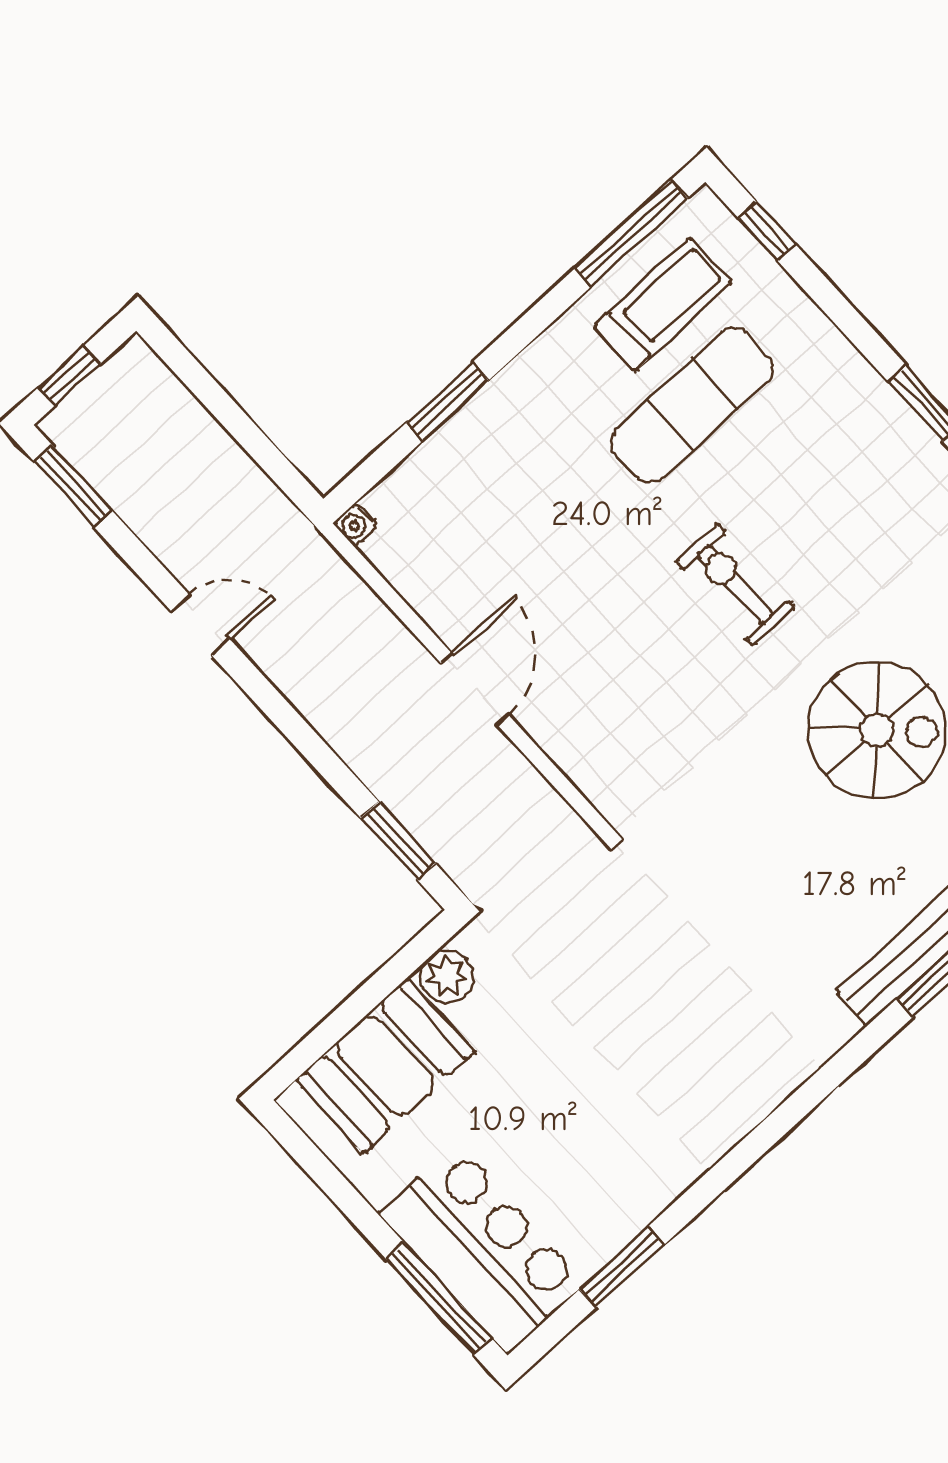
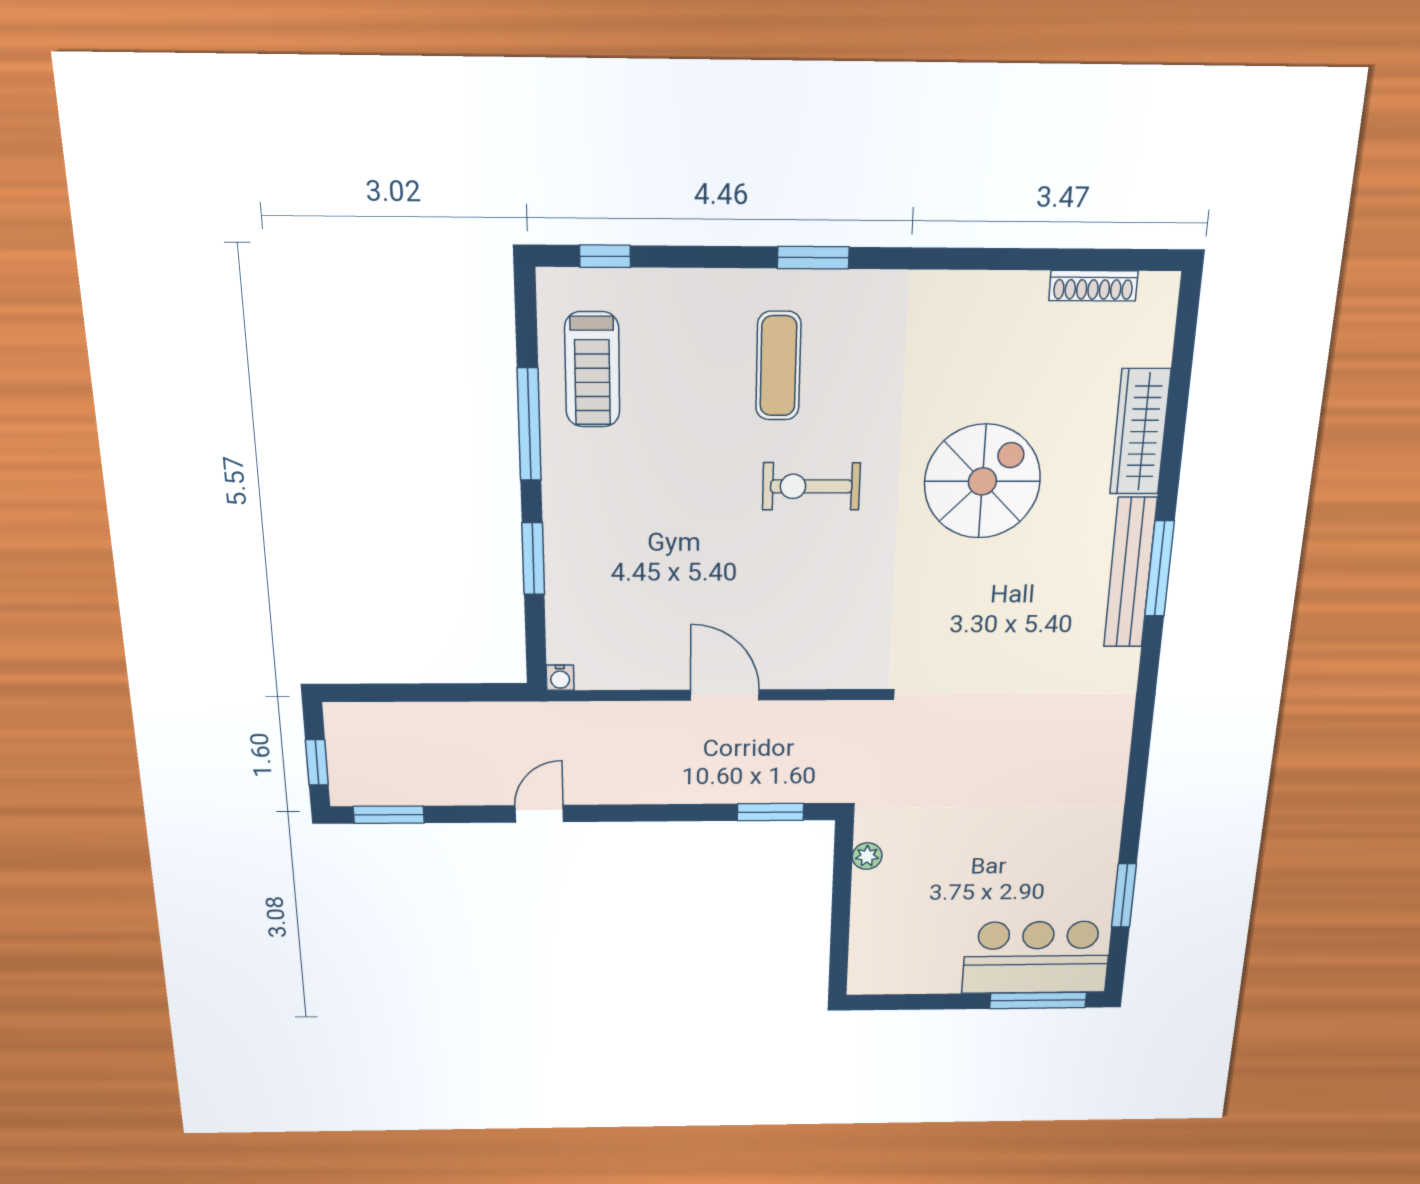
window: (631, 233) -> (529, 424), moved
treadmill: (663, 304) -> (592, 370), turned 180
exercise mat: (692, 405) -> (778, 366), moved, width x0.73, depth x0.69
plant: (447, 977) -> (867, 856), width x0.73, depth x0.73
booth: (385, 1066) -> (888, 924), removed

